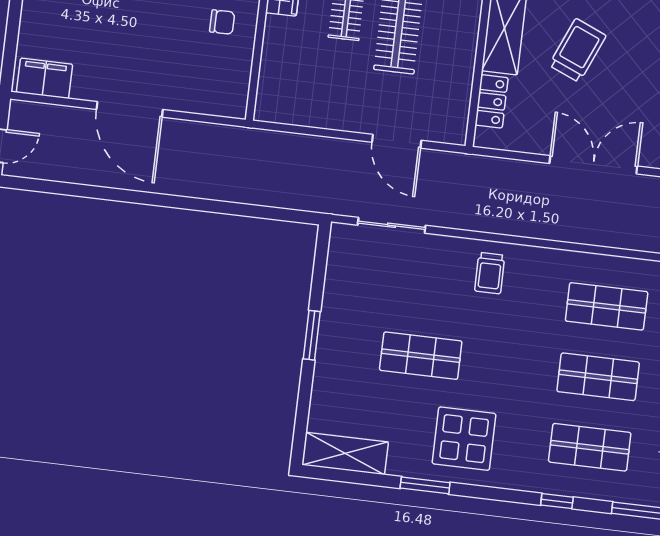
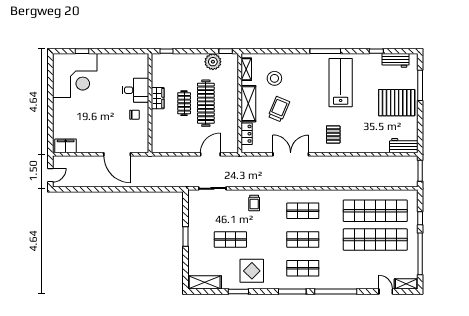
door: (130, 109) -> (117, 154), moved
door: (397, 141) -> (210, 154), swing flipped
window: (557, 501) -> (292, 291), width x2.17

